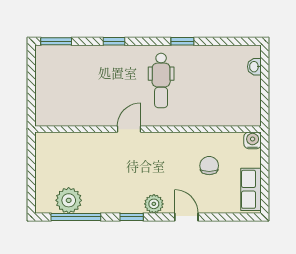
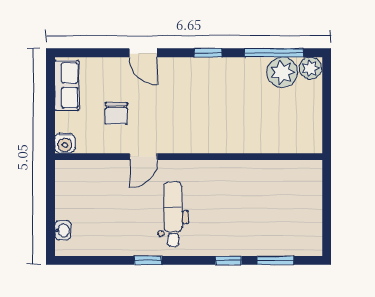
window: (56, 41) -> (275, 260), moved
door: (129, 129) -> (144, 157), moved
plant: (154, 204) -> (310, 68), moved

